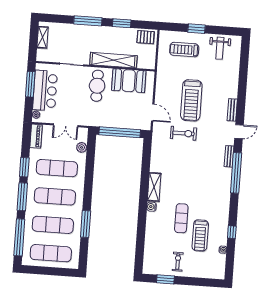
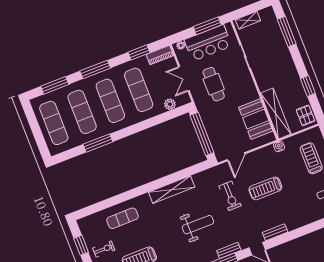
window: (88, 21) -> (287, 32), moved
shelving: (43, 37) -> (248, 20), moved
shelving: (113, 60) -> (276, 113), moved
cafe table: (97, 86) -> (214, 84), moved, turned 90
treadmill: (191, 100) -> (265, 188), width x0.73, depth x0.73
window: (24, 167) -> (139, 52), moved
weight bench: (195, 172) -> (198, 225), added
shelving: (154, 187) -> (172, 190), width x1.47
water cooler: (152, 207) -> (279, 146), moved
exercise mat: (181, 218) -> (122, 218), moved
window: (19, 237) -> (55, 85), width x0.68

